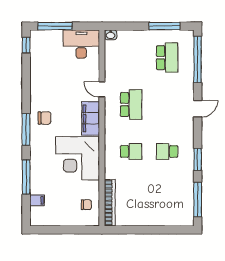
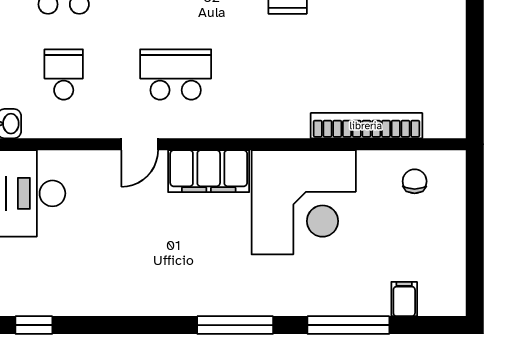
chair: (44, 118) -> (208, 281), removed
school desk: (131, 151) -> (64, 75), moved
bookcase: (110, 203) -> (366, 126), moved

